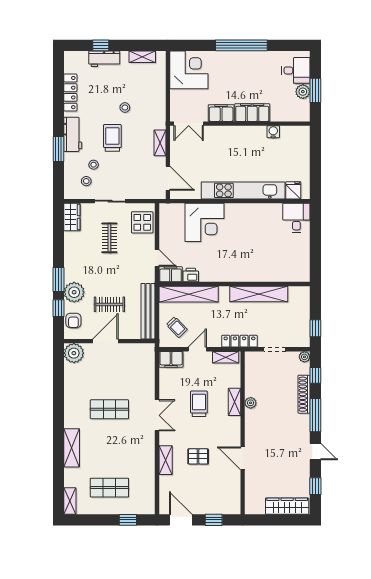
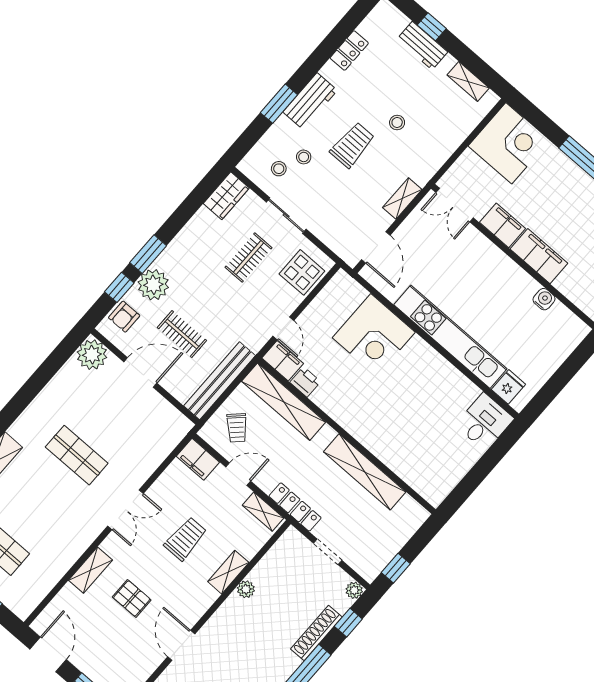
locker: (70, 93) -> (349, 51), width x0.66

